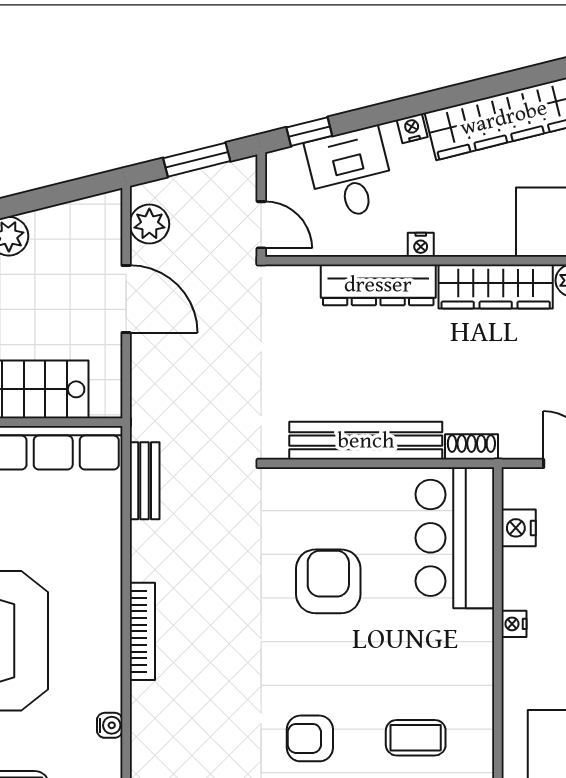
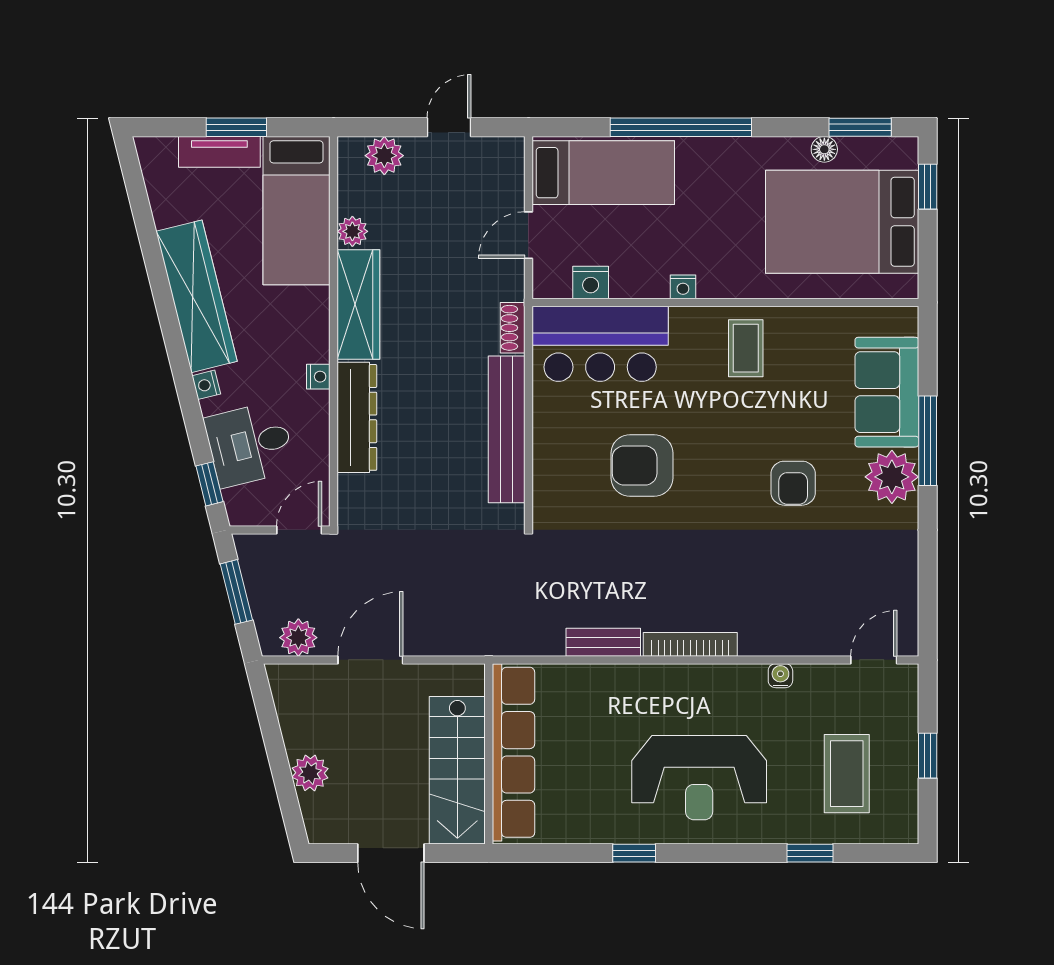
bench: (145, 481) -> (603, 642), moved
coffee table: (416, 738) -> (746, 348), moved

